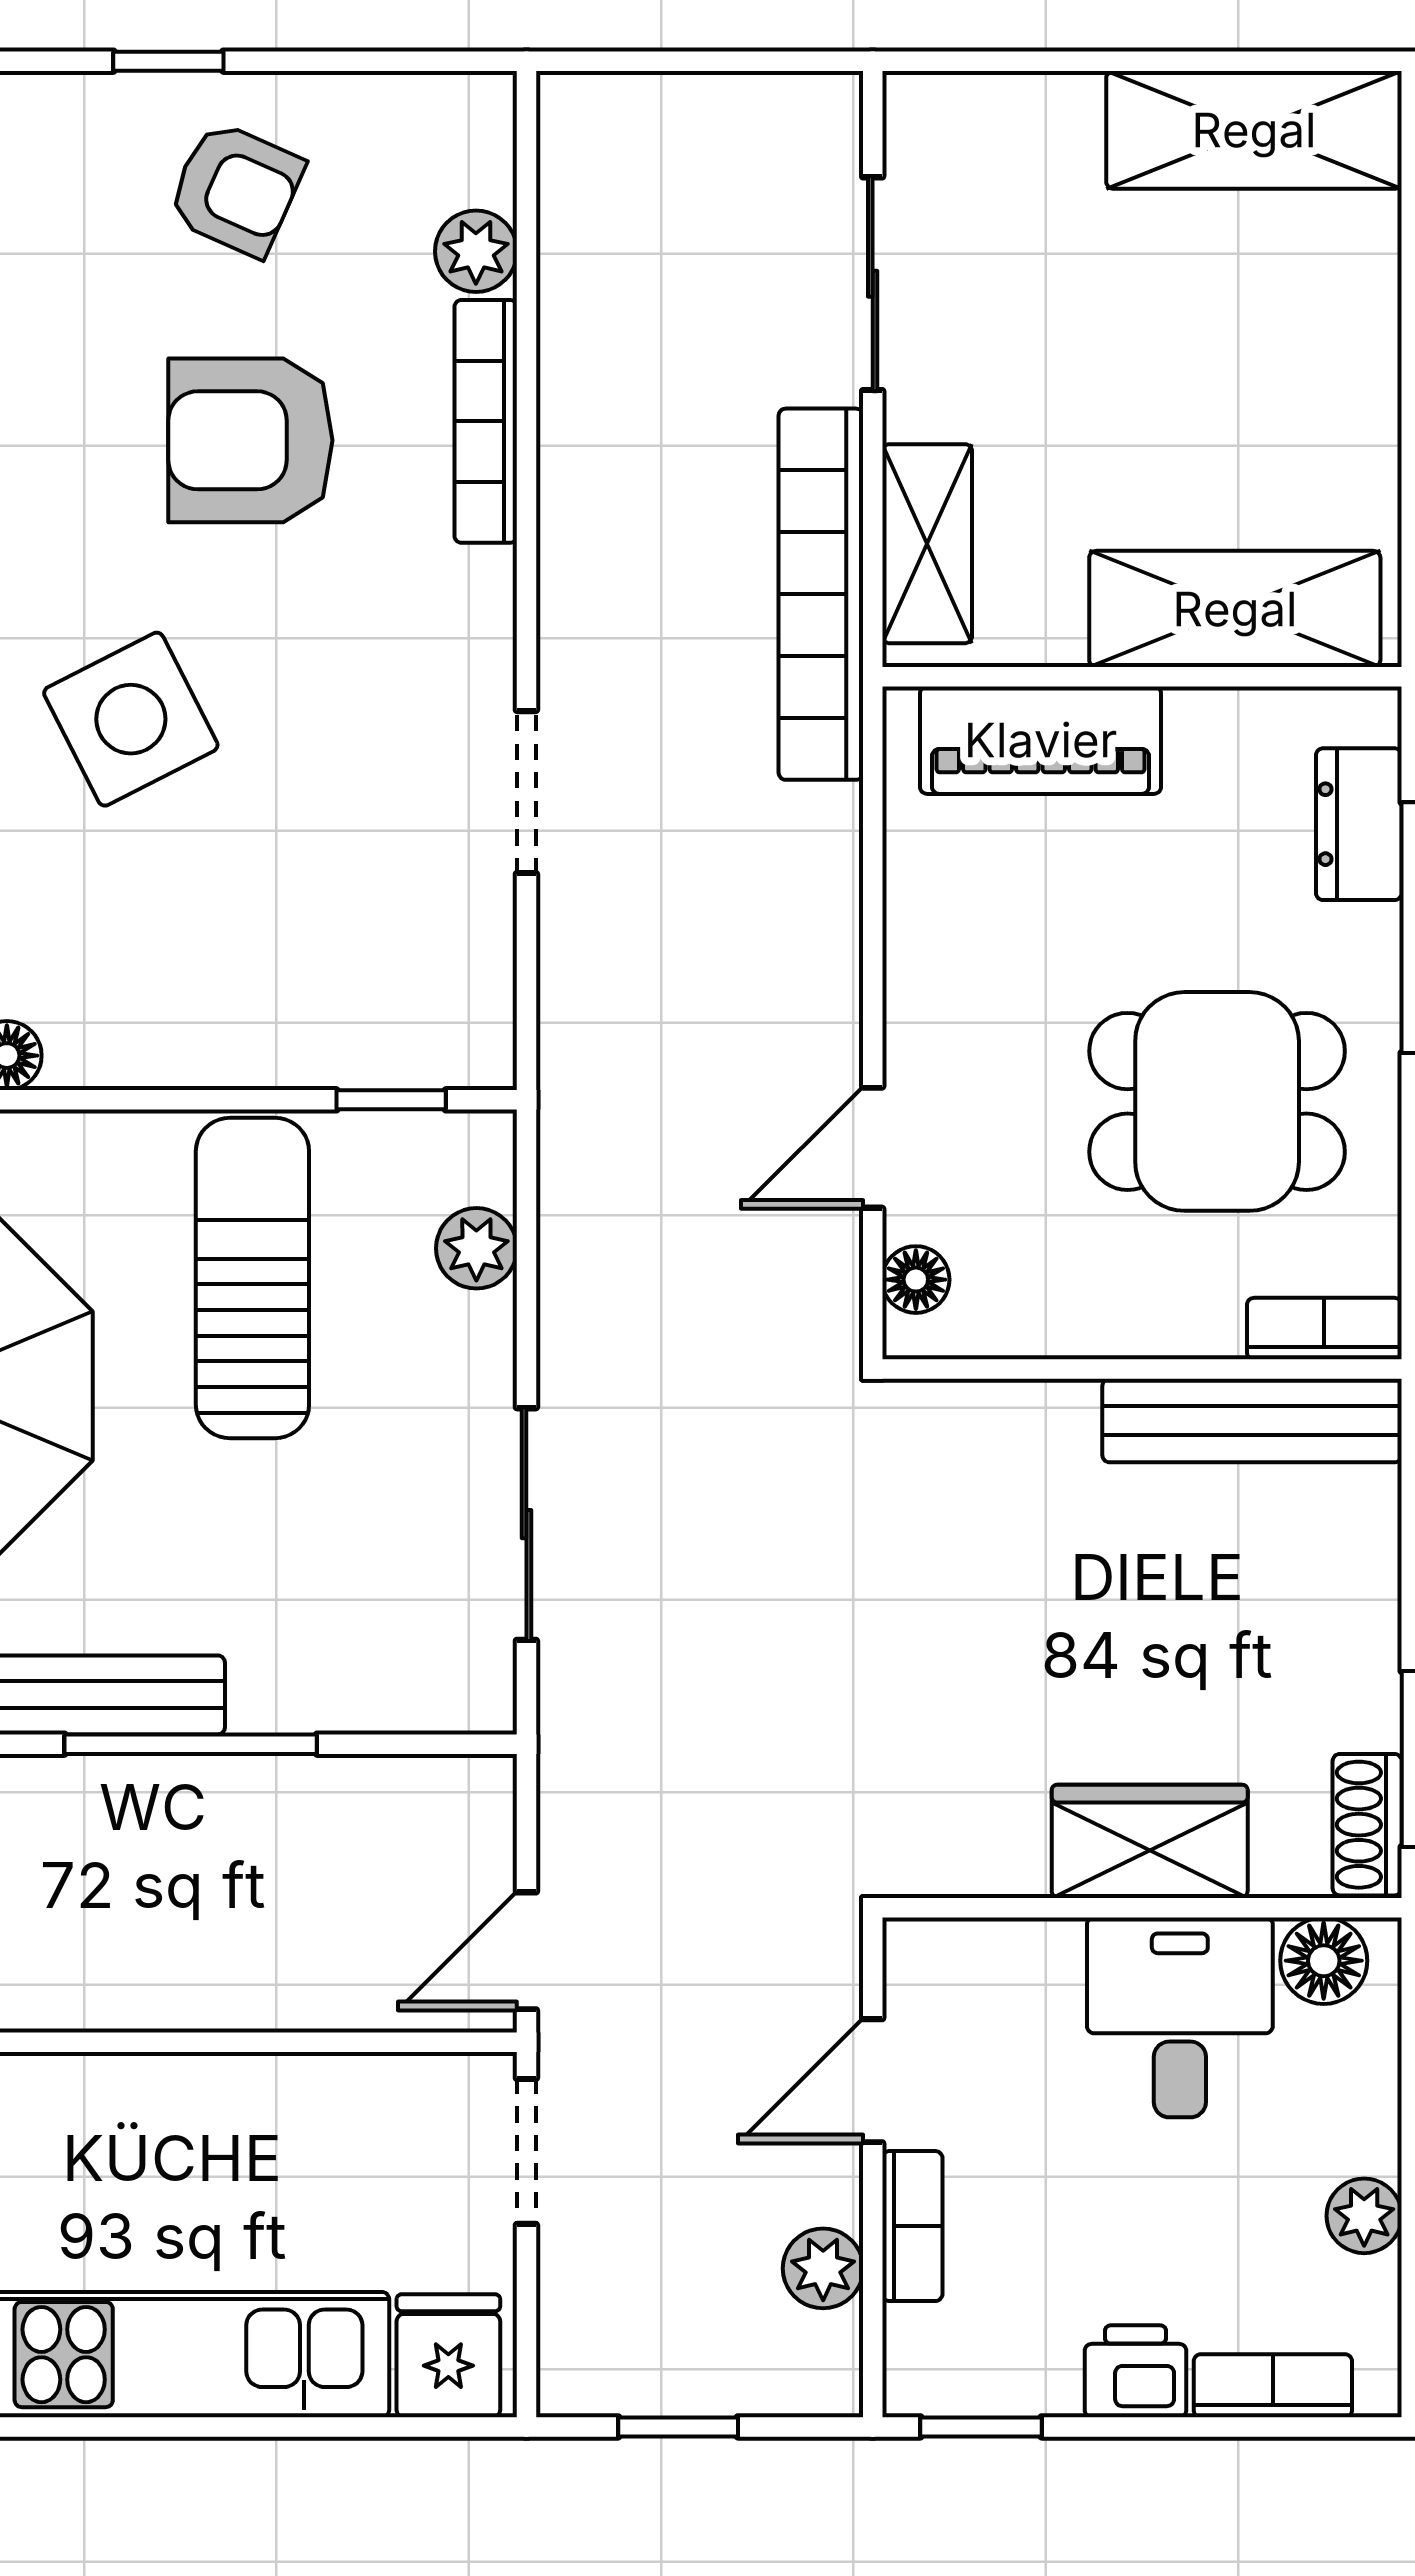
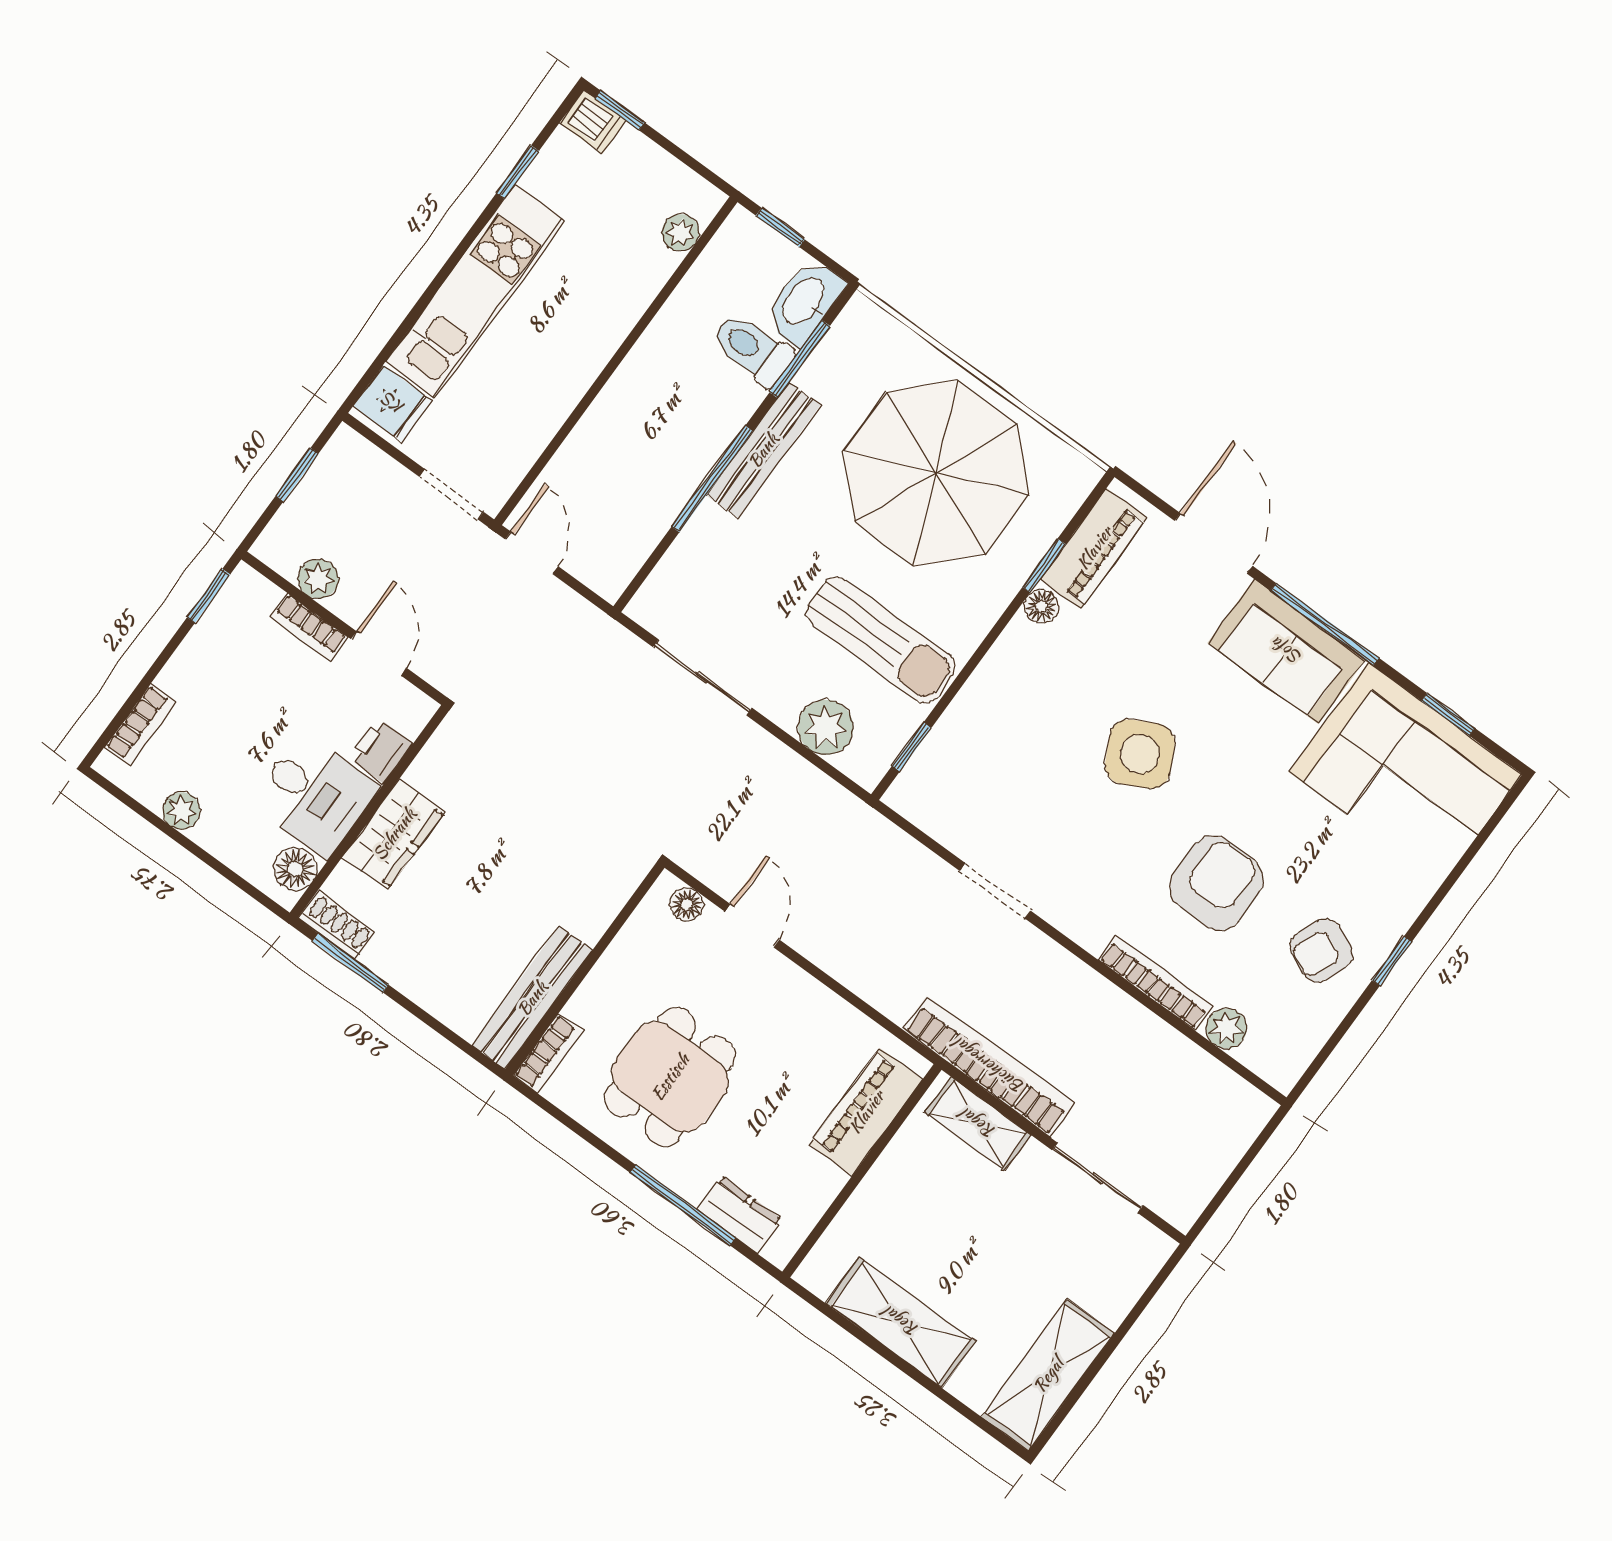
shelving: (1235, 609) -> (901, 1322), moved, turned 90
plant: (476, 1248) -> (826, 727), width x1.38, depth x1.38
printer: (1135, 2371) -> (380, 750), moved, turned 180

